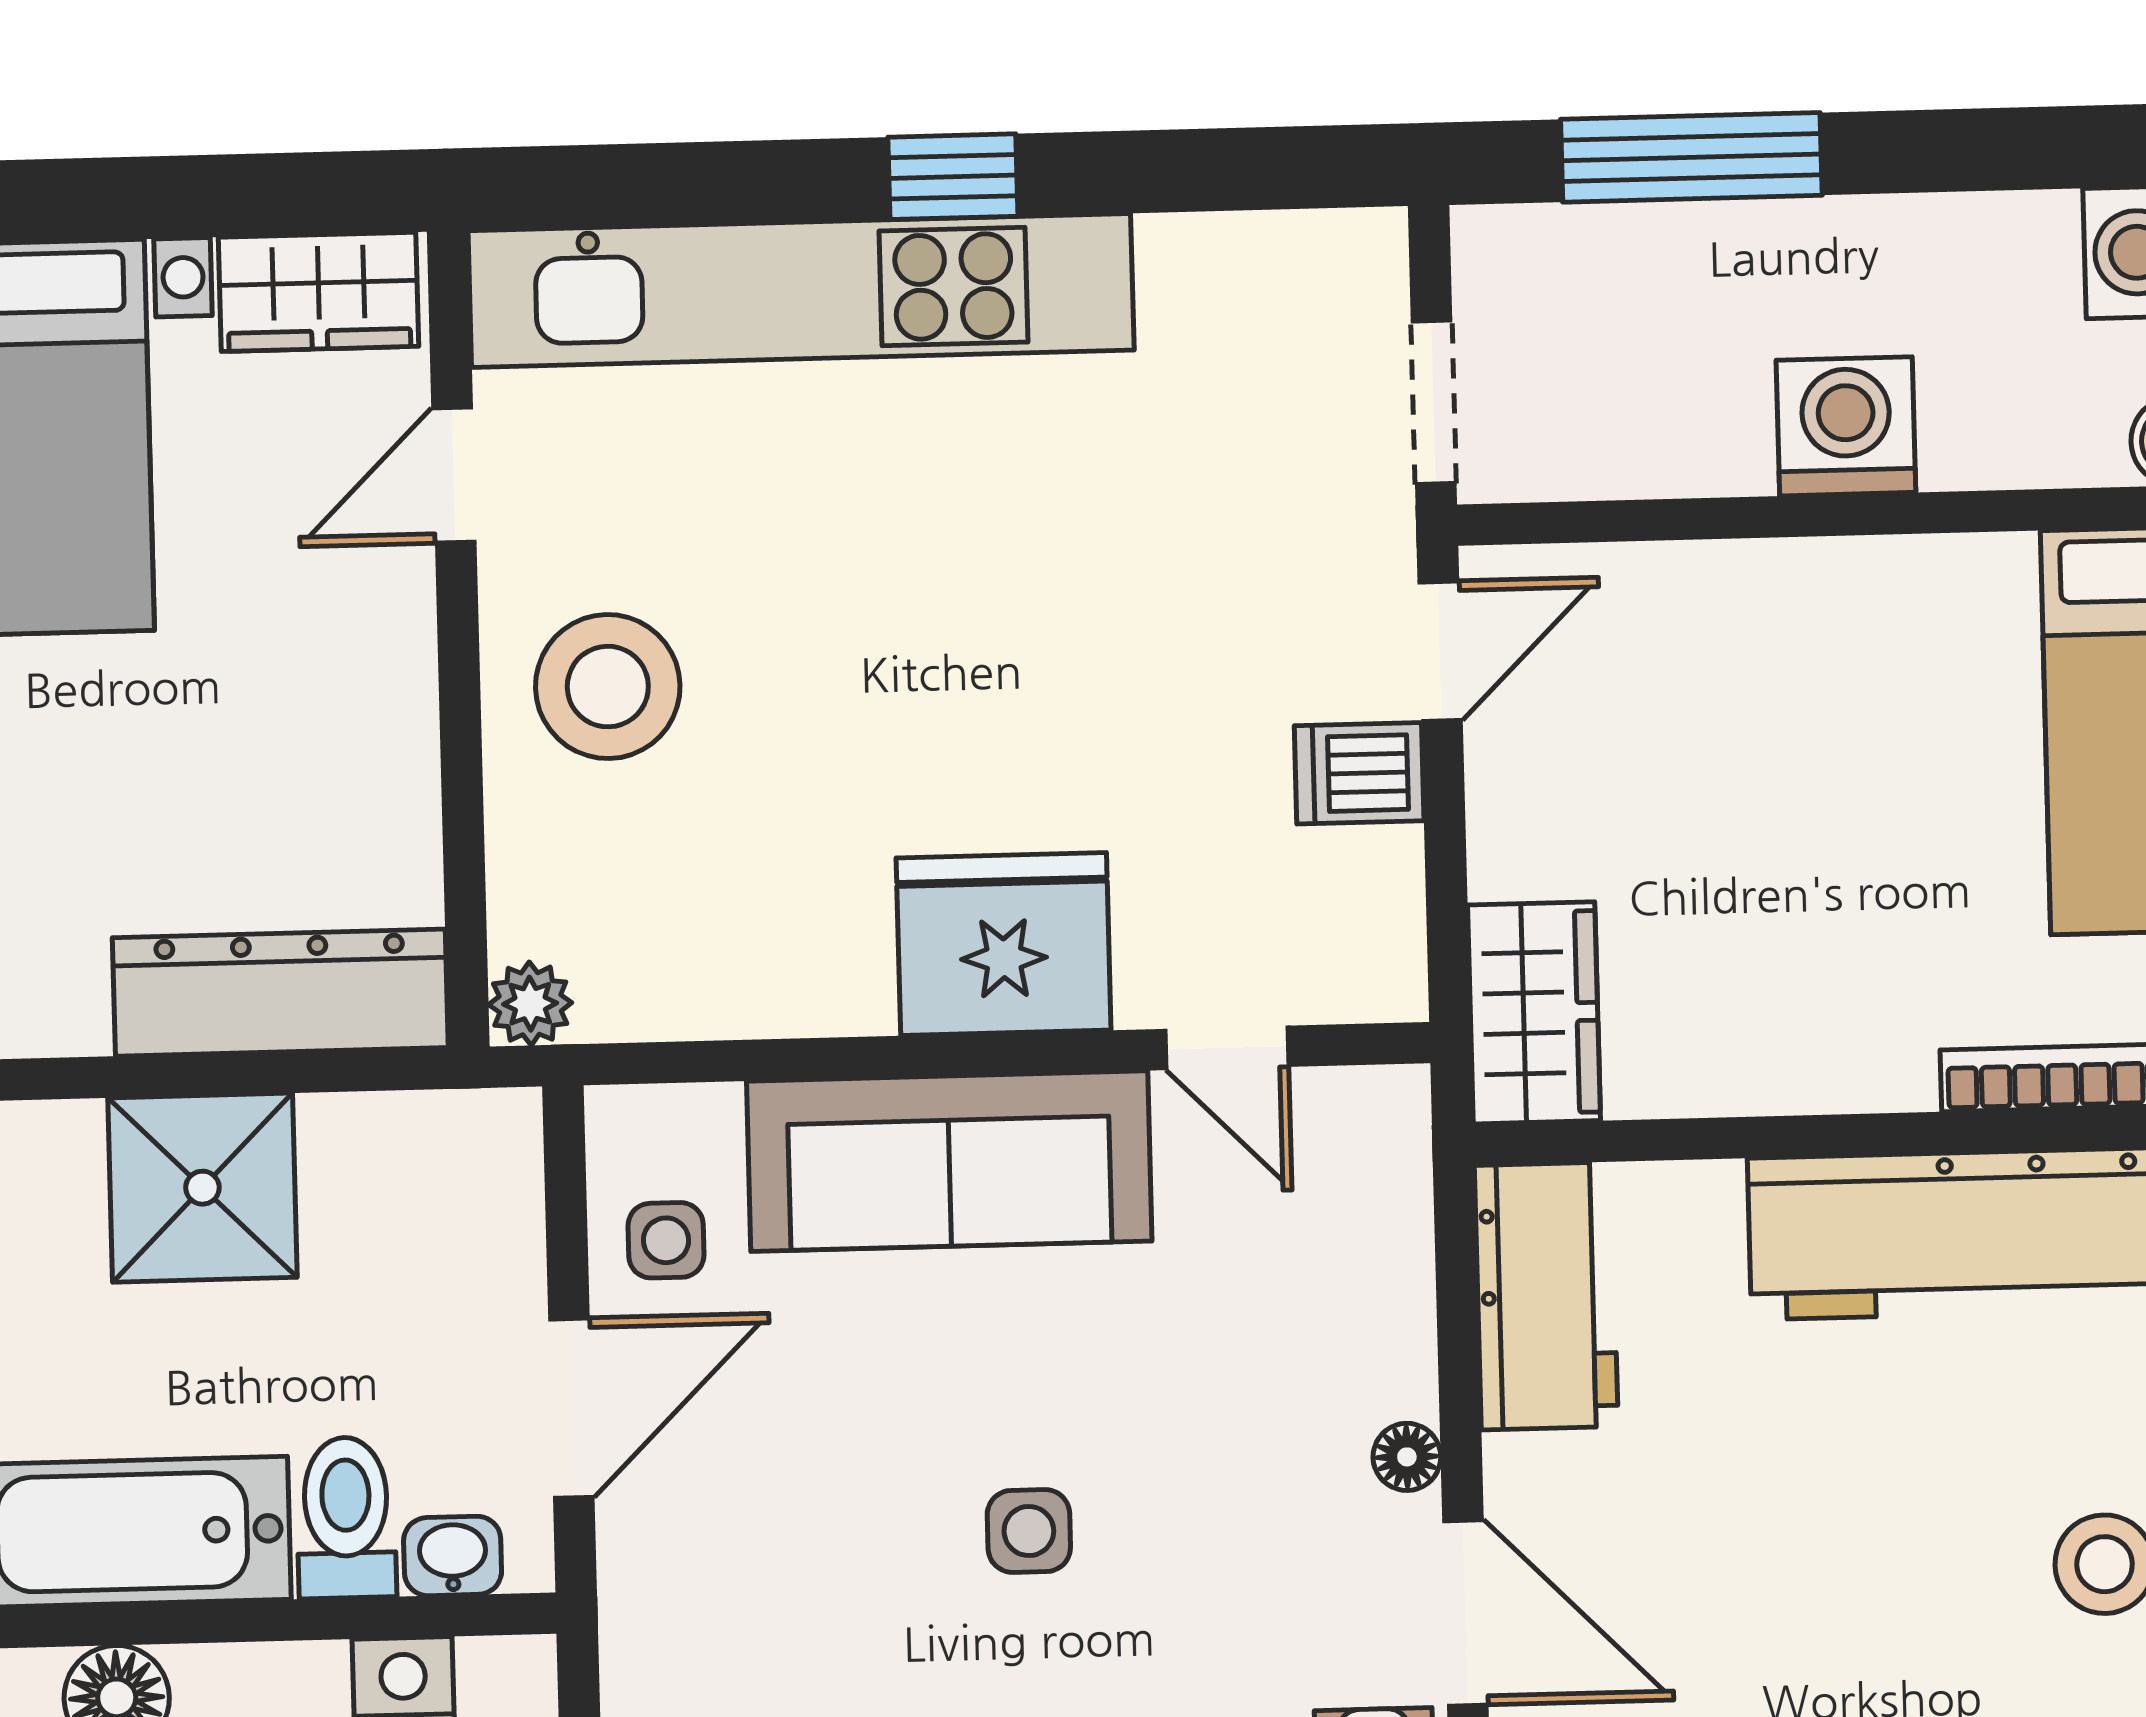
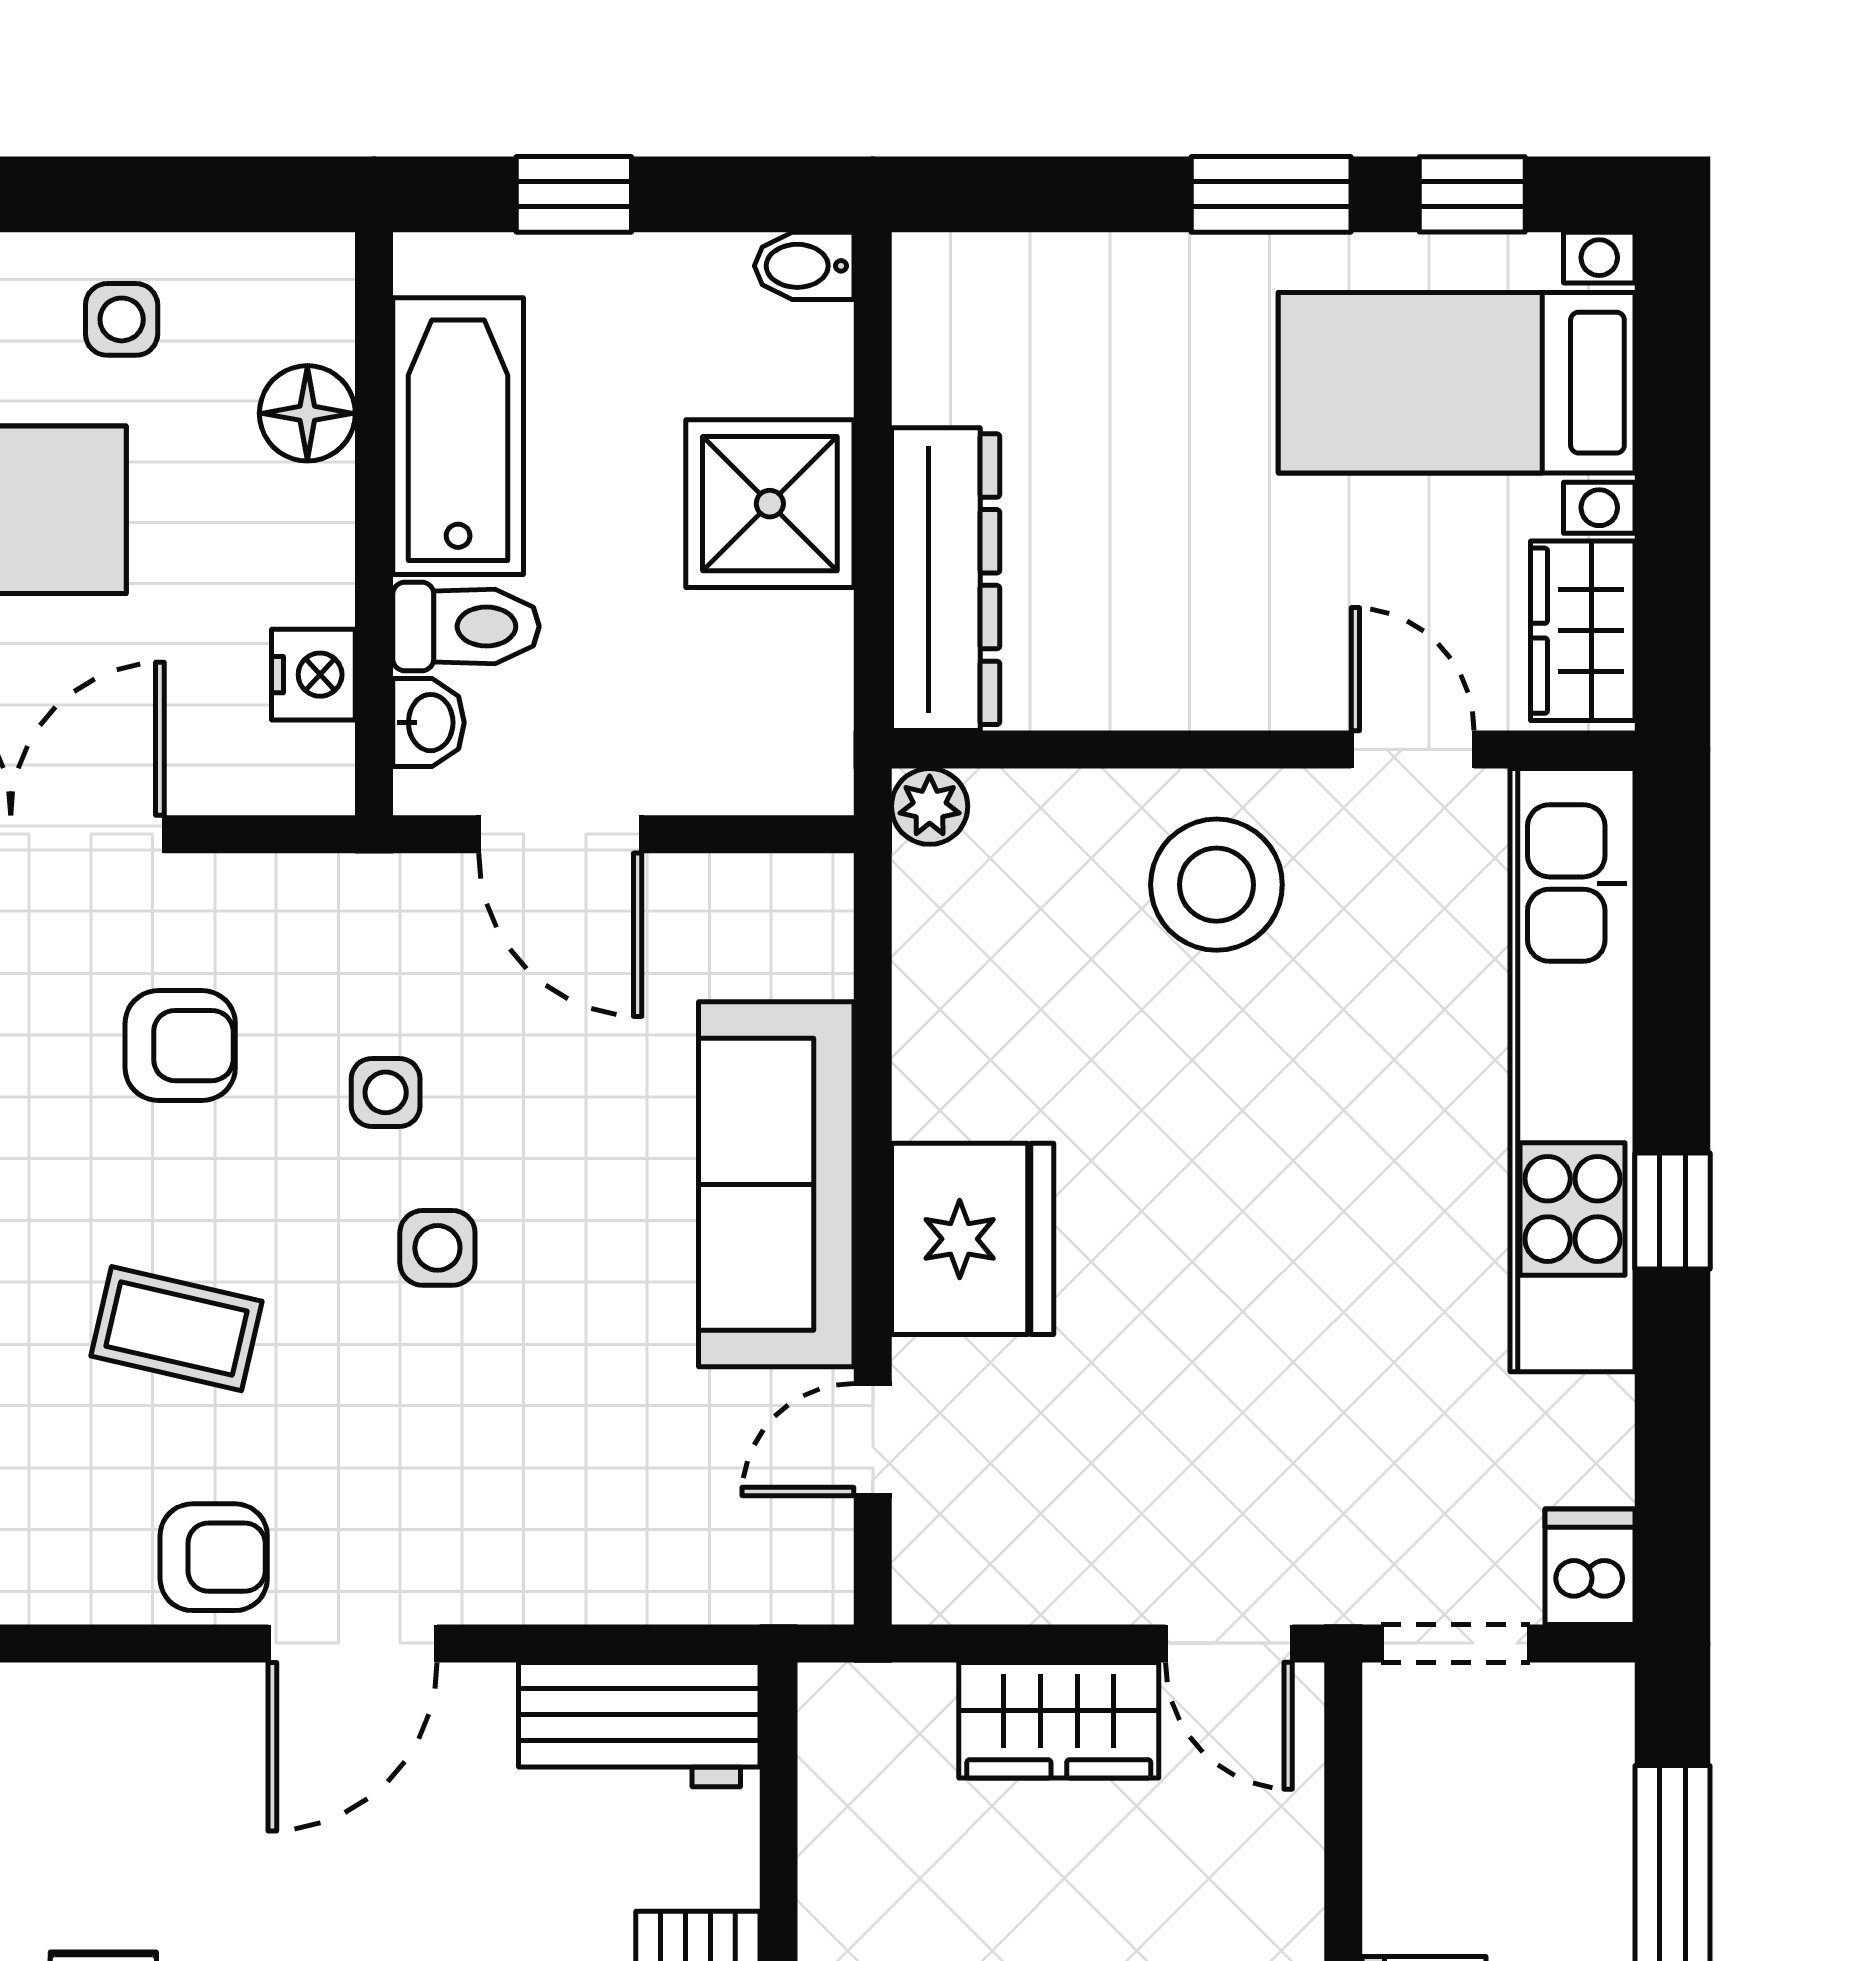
dishwasher: (1359, 773) -> (1590, 1567), moved
wardrobe: (1534, 1013) -> (1059, 1720), moved
side table: (666, 1240) -> (386, 1092), moved
floor lamp: (1407, 1457) -> (496, 1594), removed

